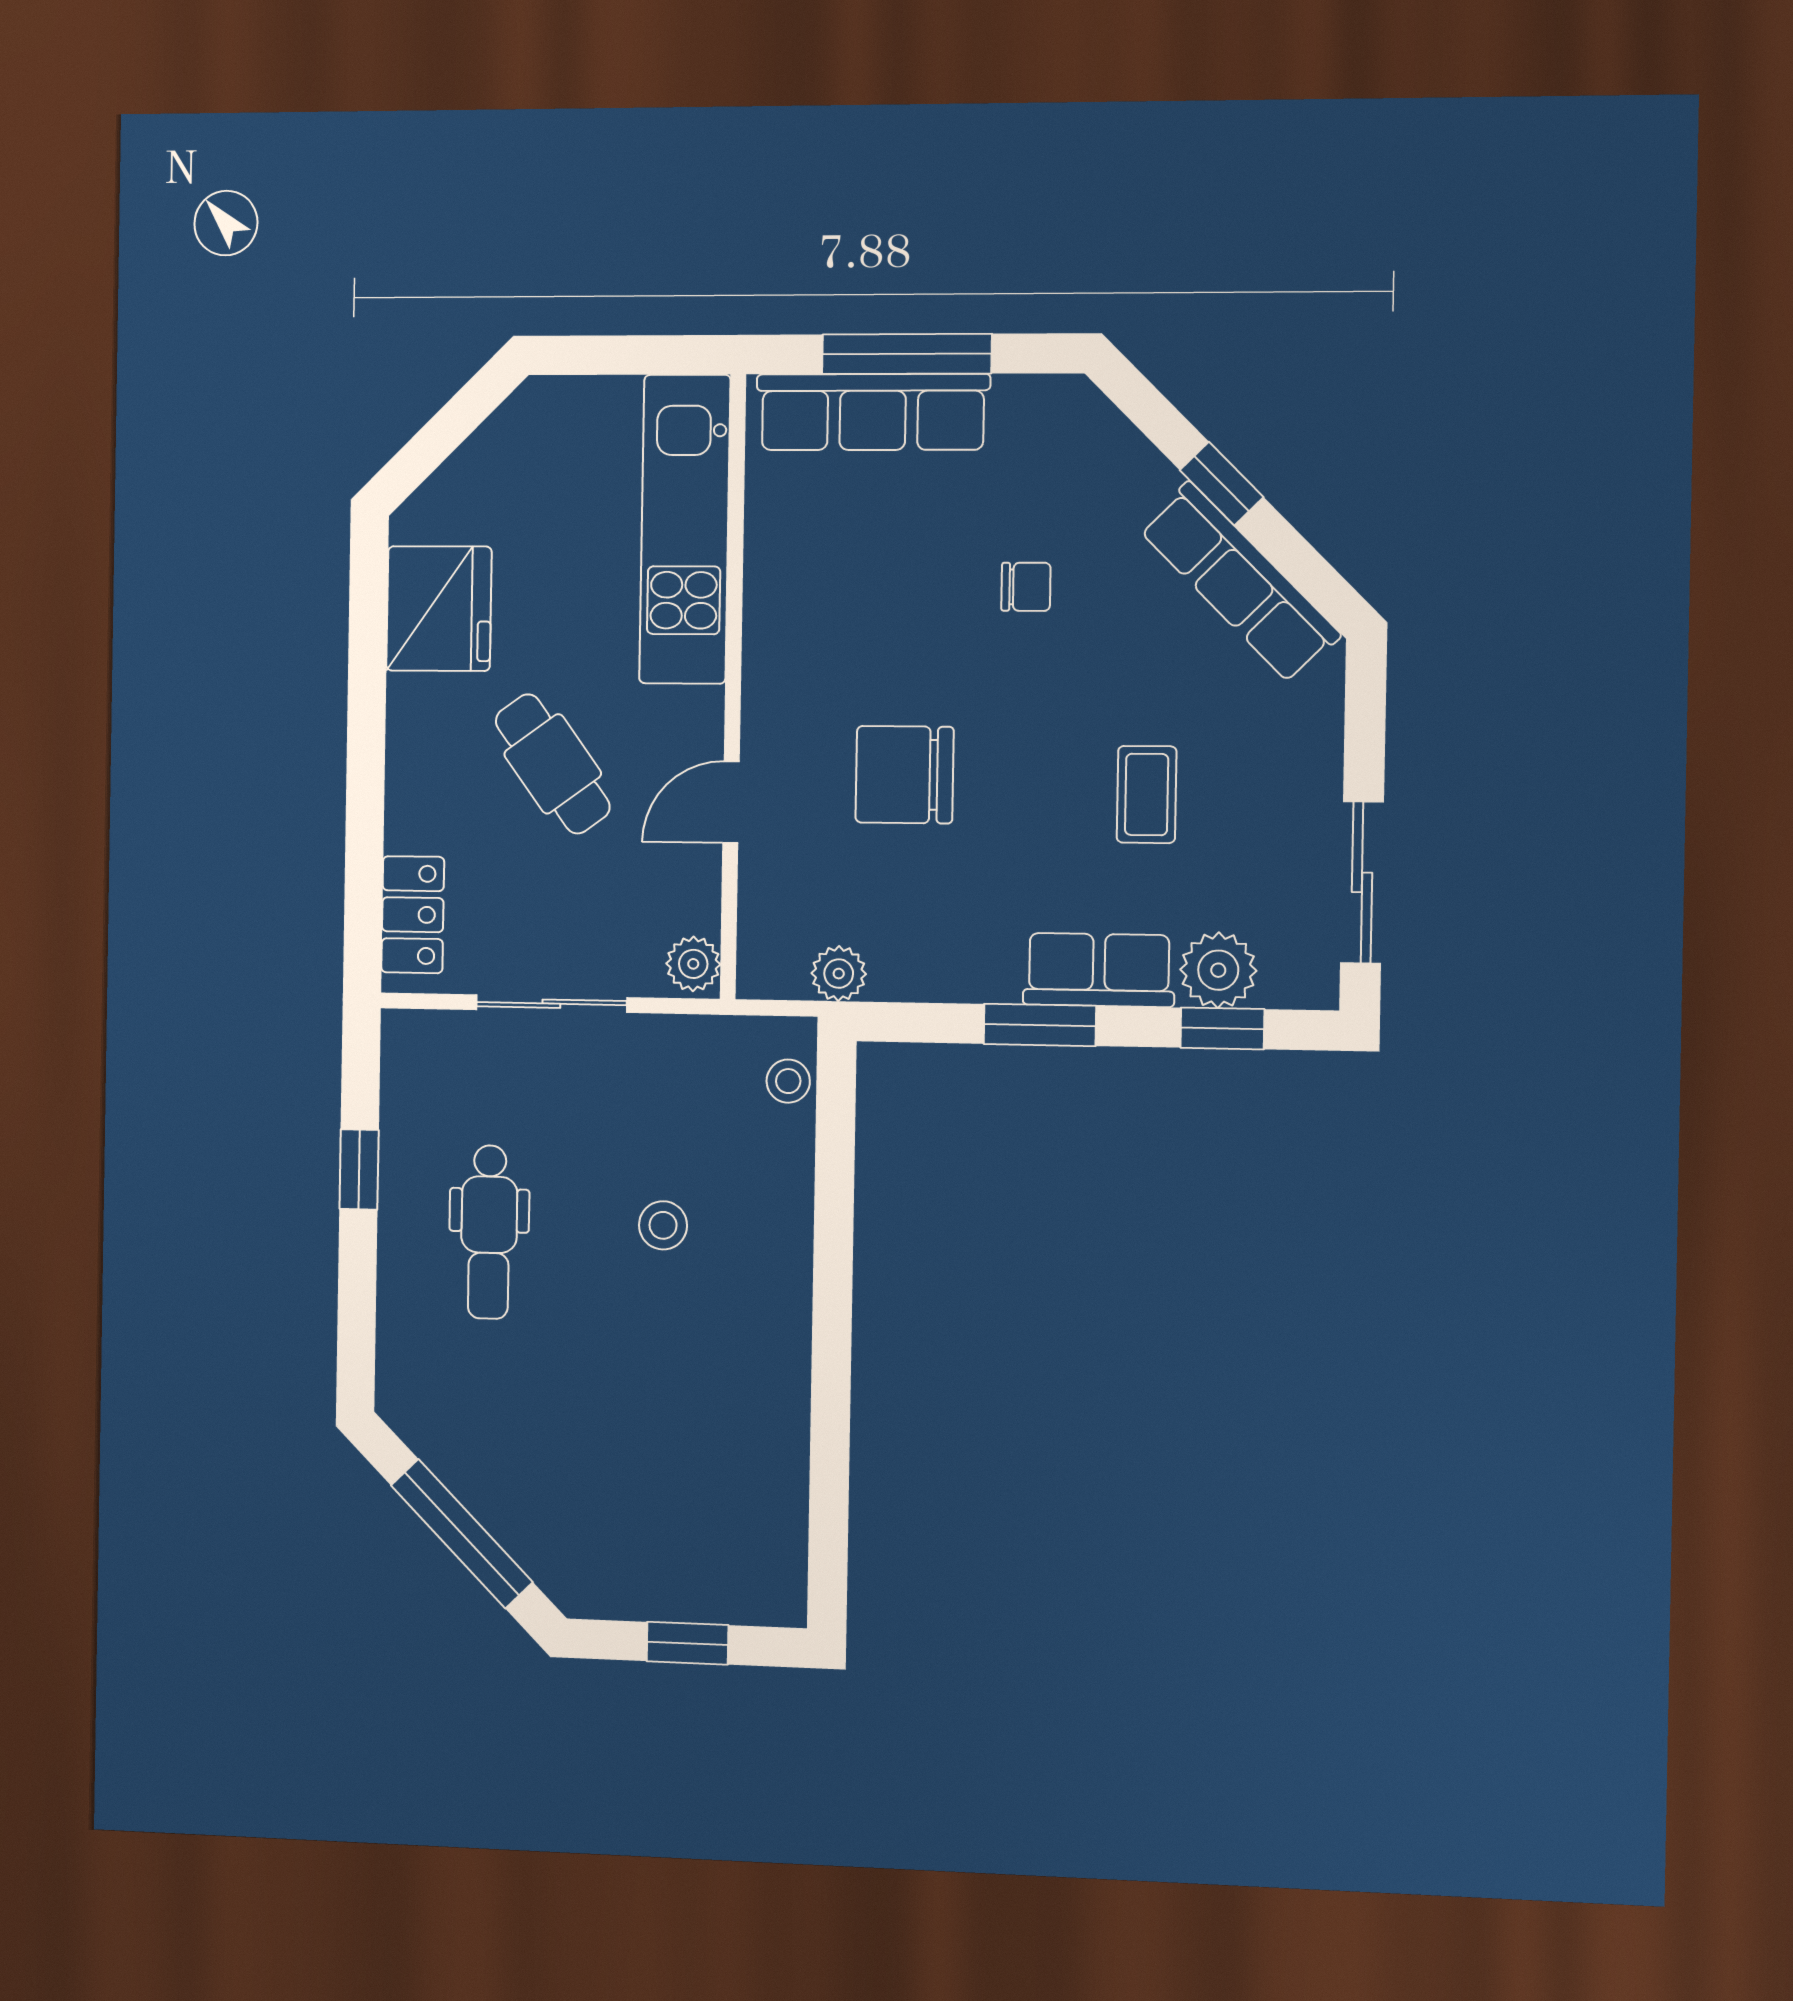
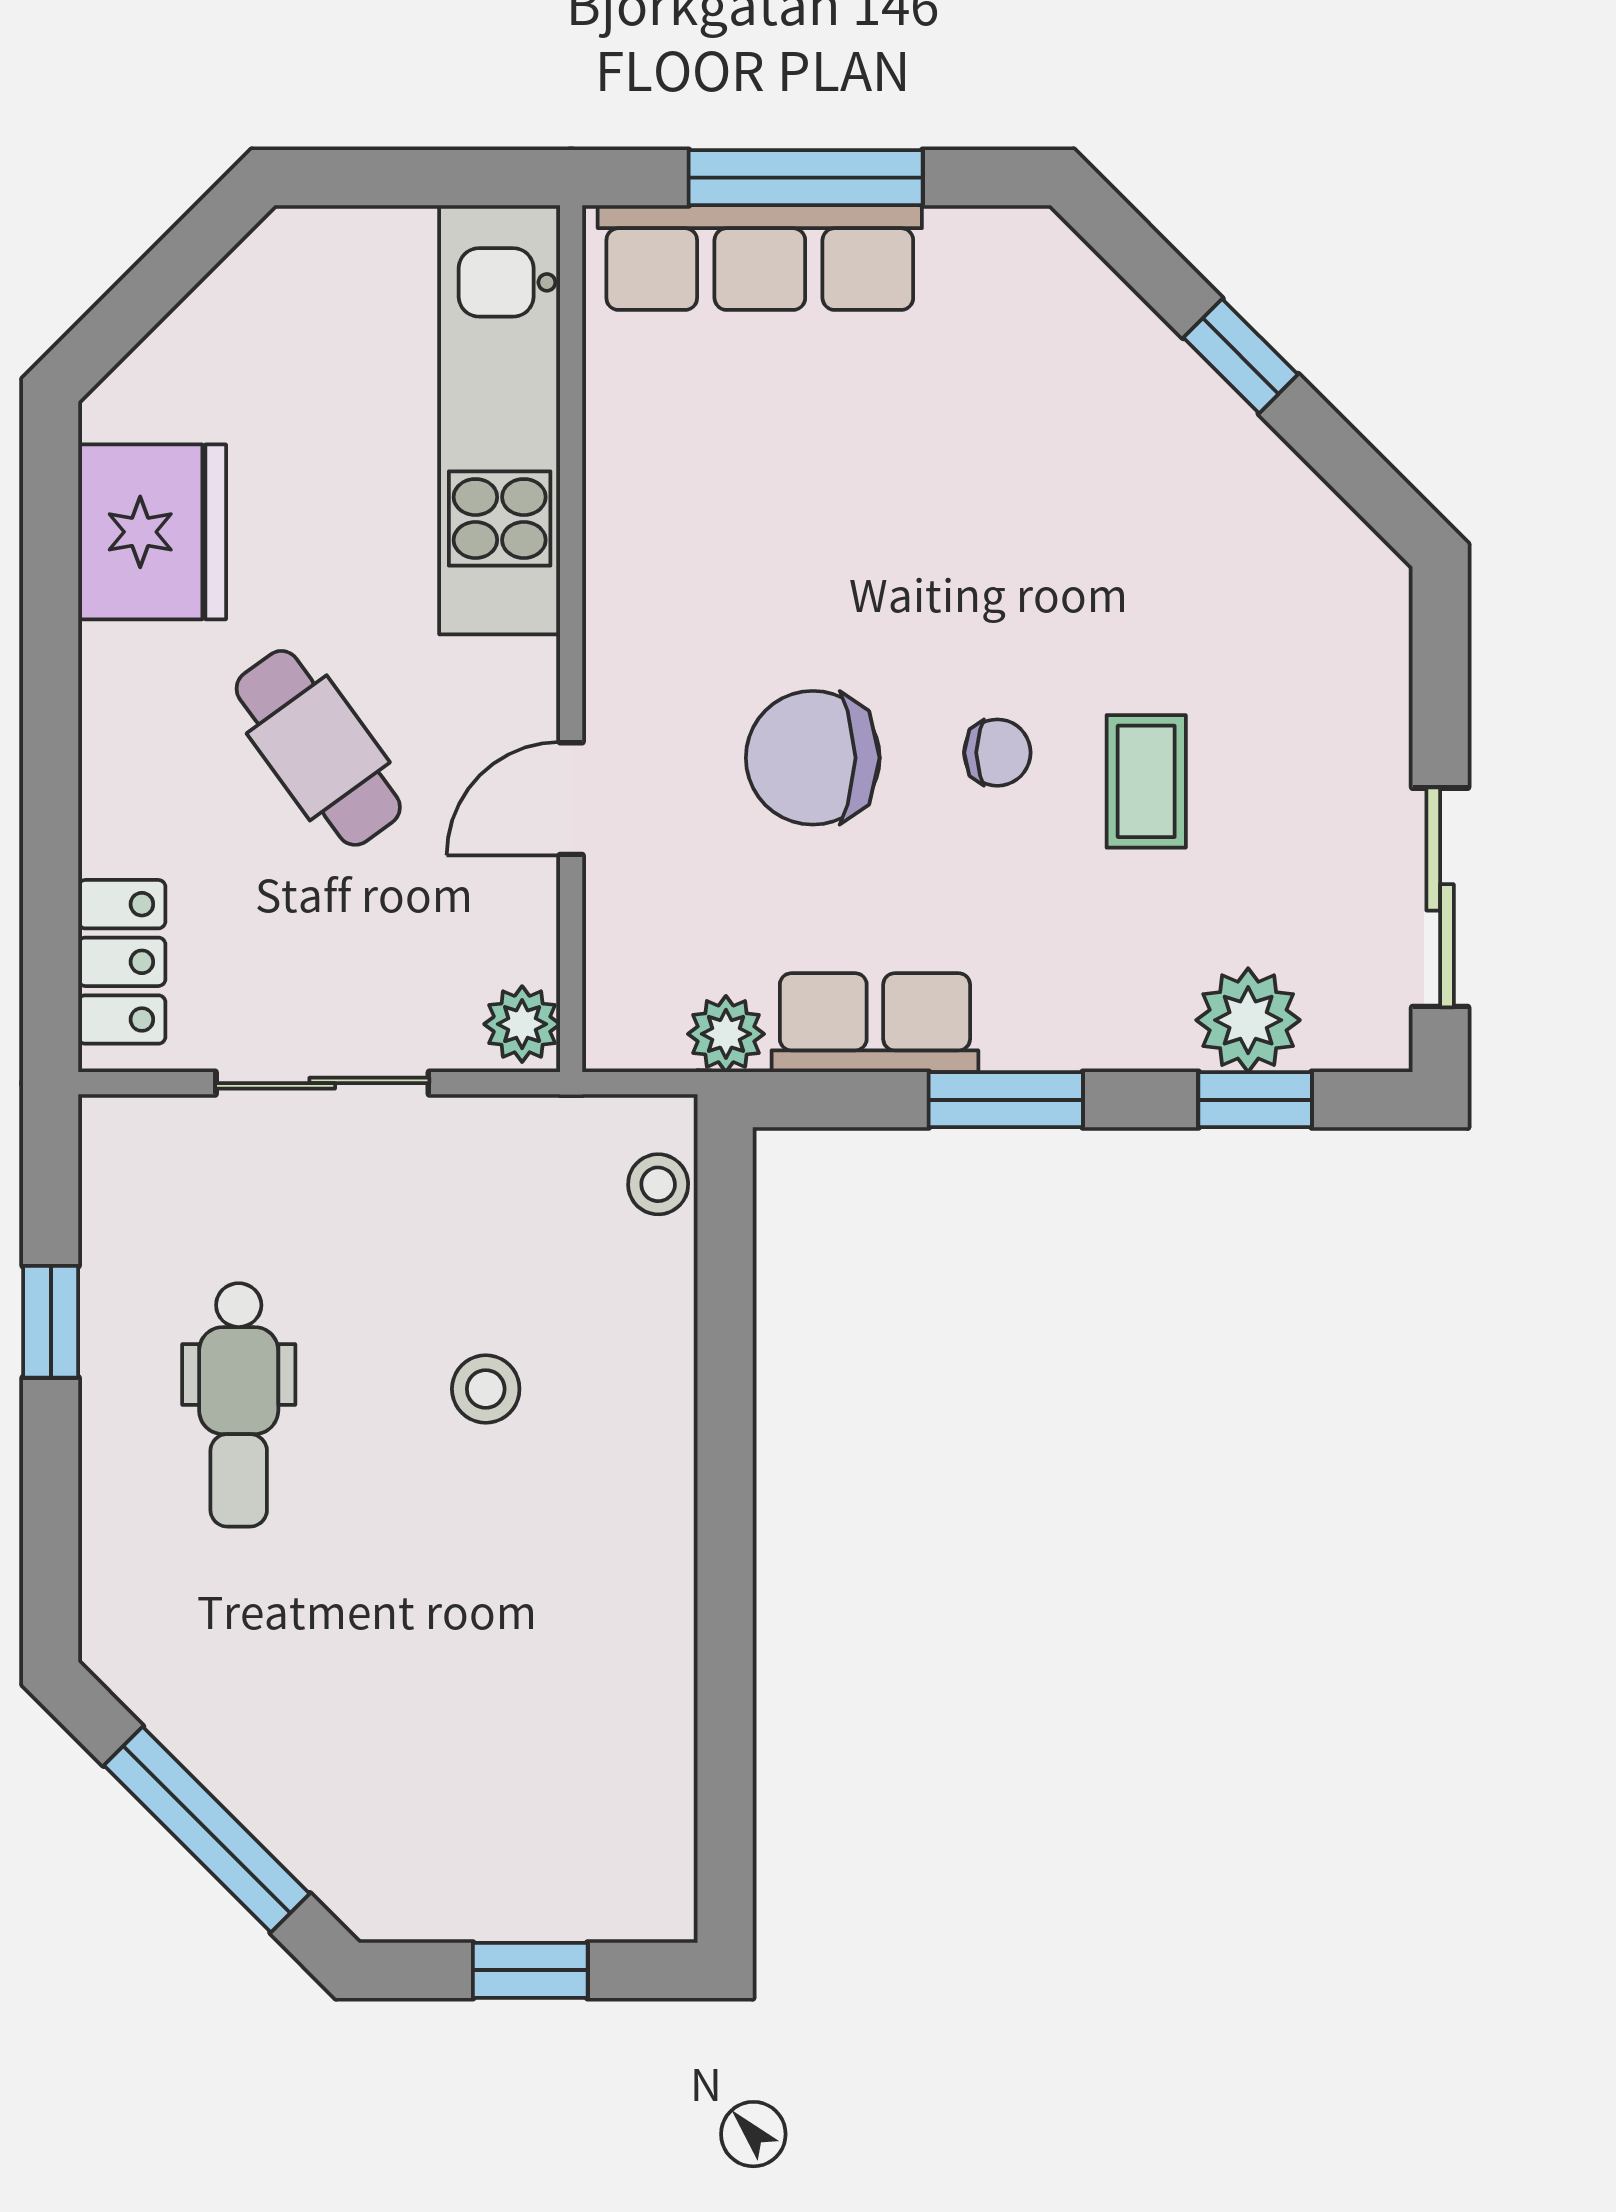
row of seats: (1240, 582) -> (1268, 491), removed
chair: (1026, 587) -> (997, 753), moved
row of seats: (1099, 970) -> (875, 1023), moved

